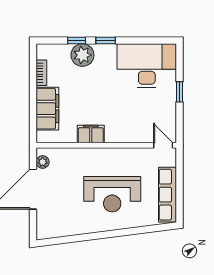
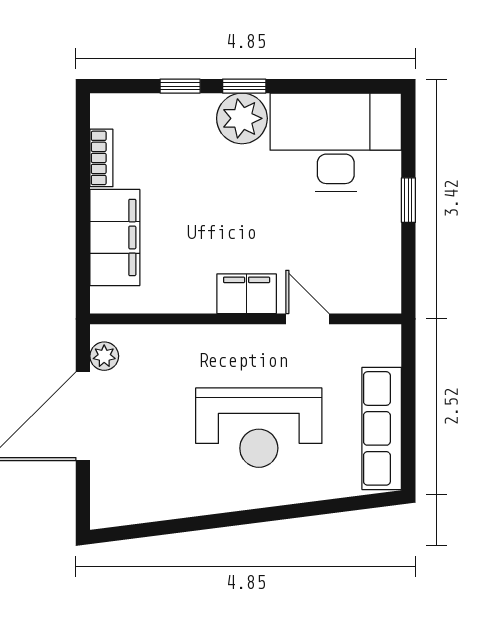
plant: (82, 55) -> (242, 118), moved
filing cabinet: (91, 134) -> (247, 294), moved
door: (163, 145) -> (307, 319), moved

